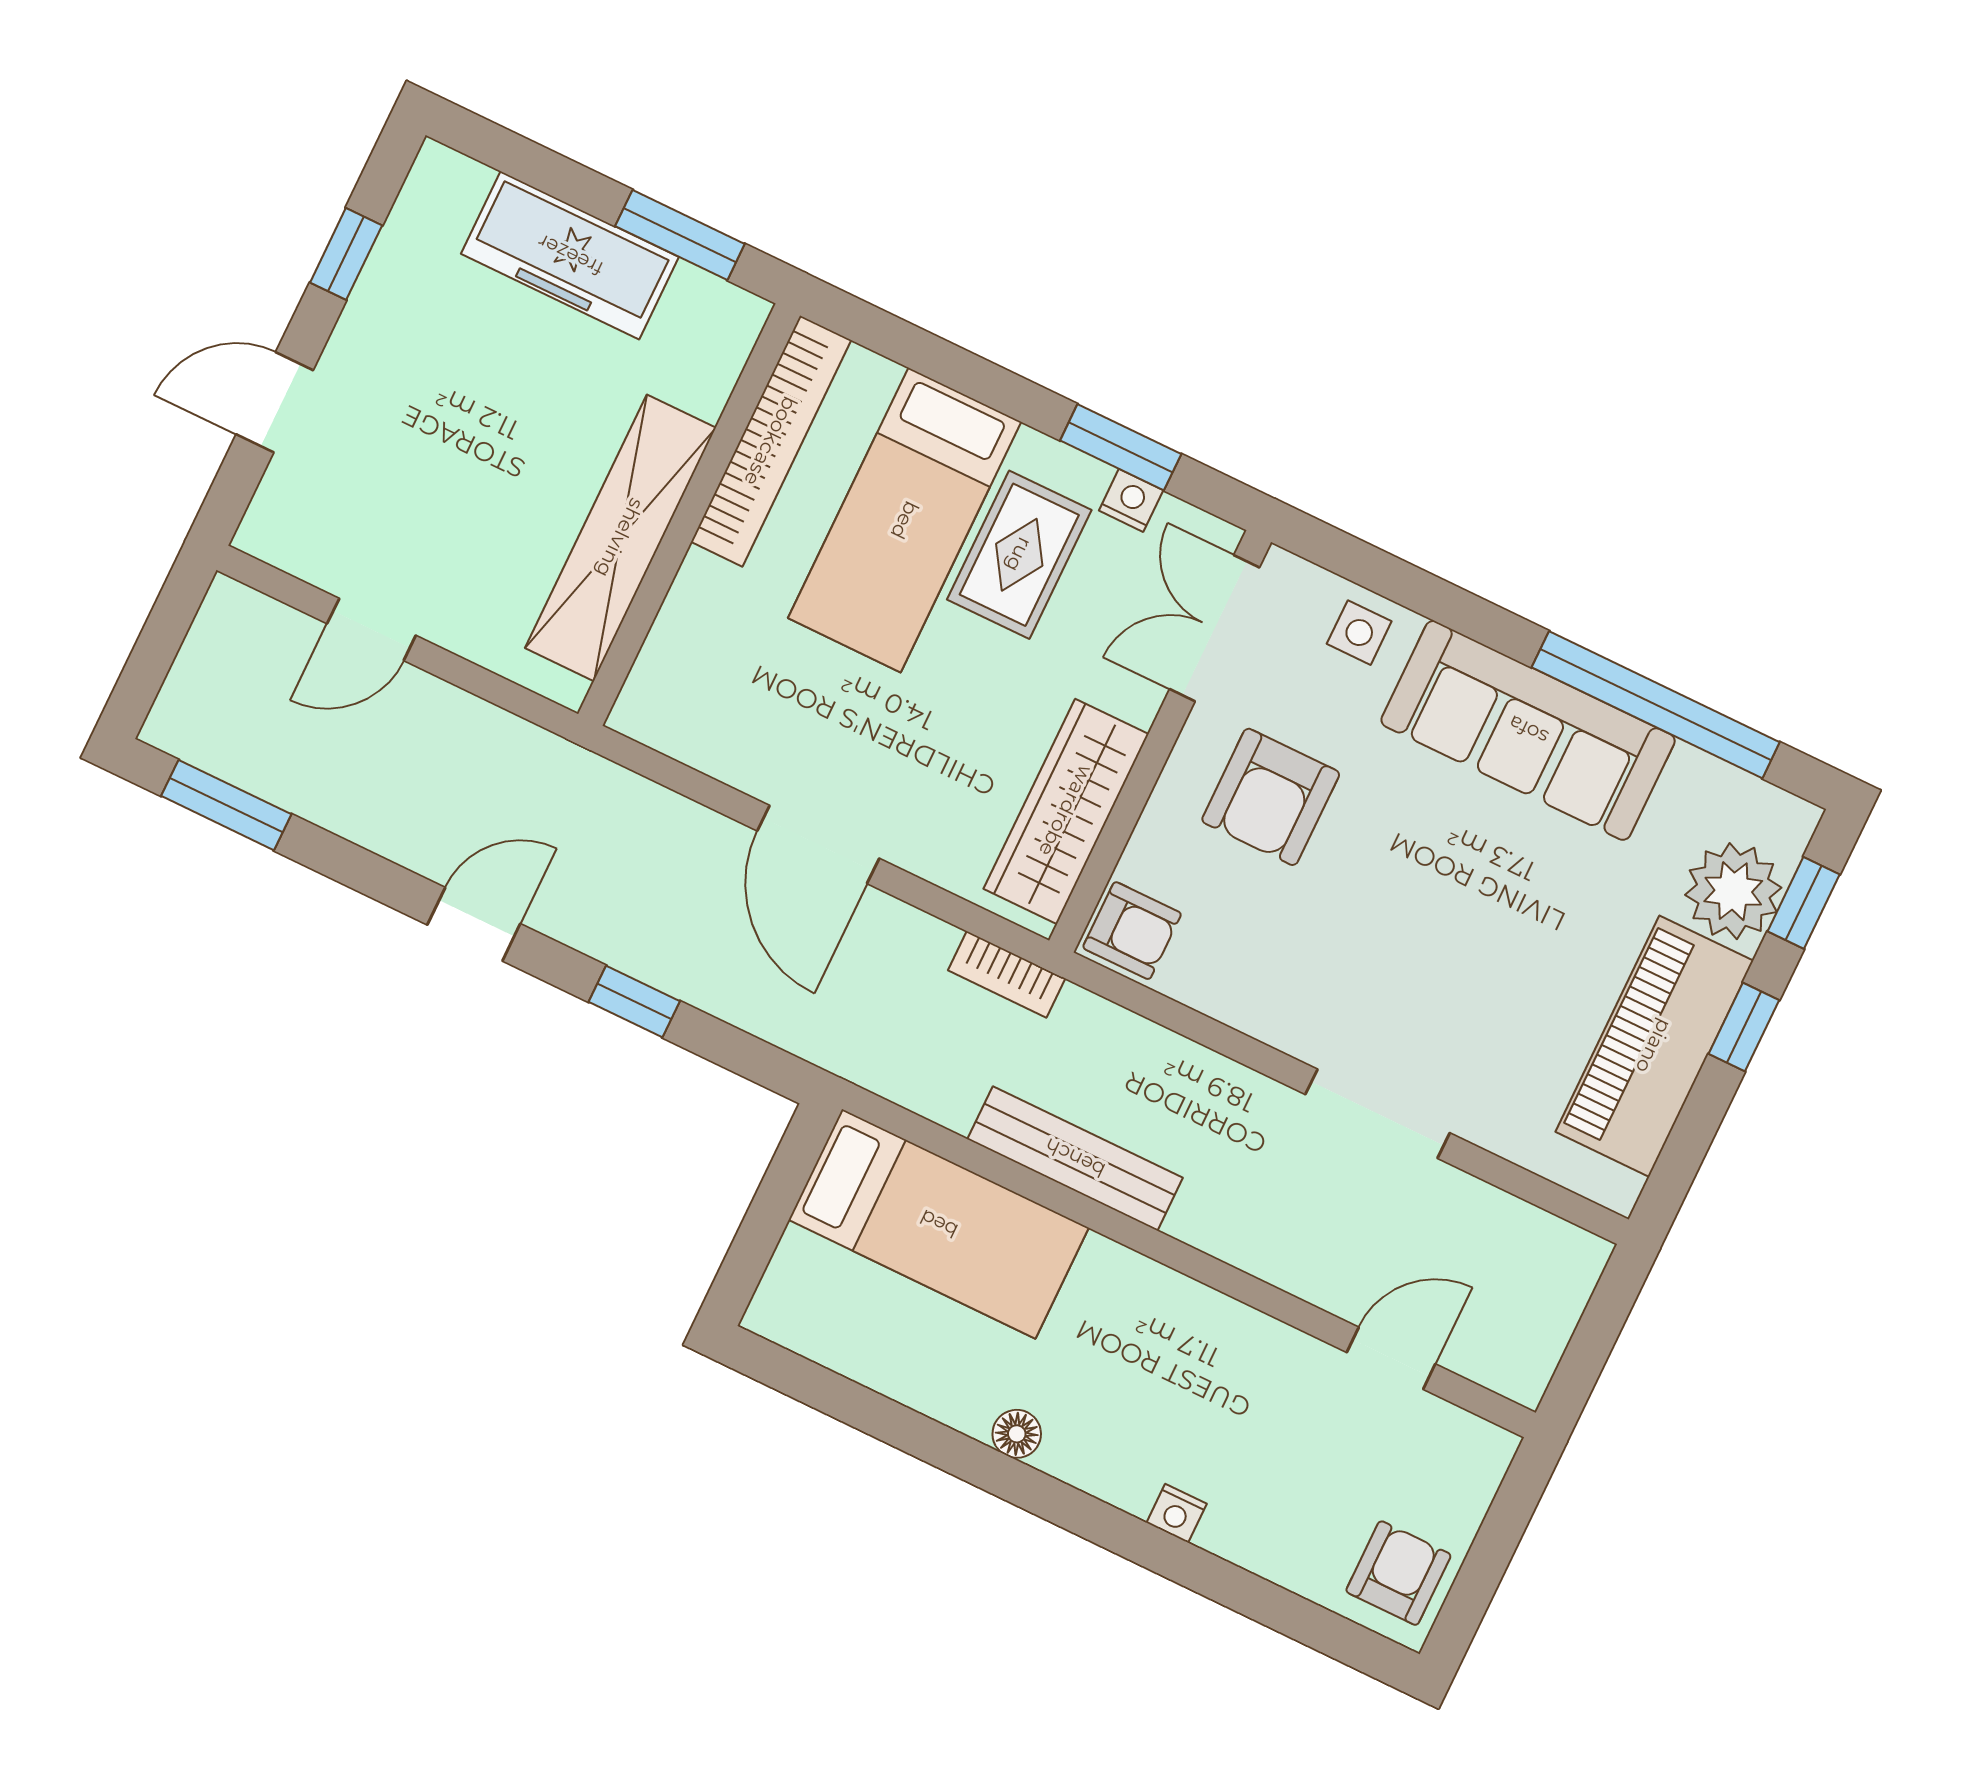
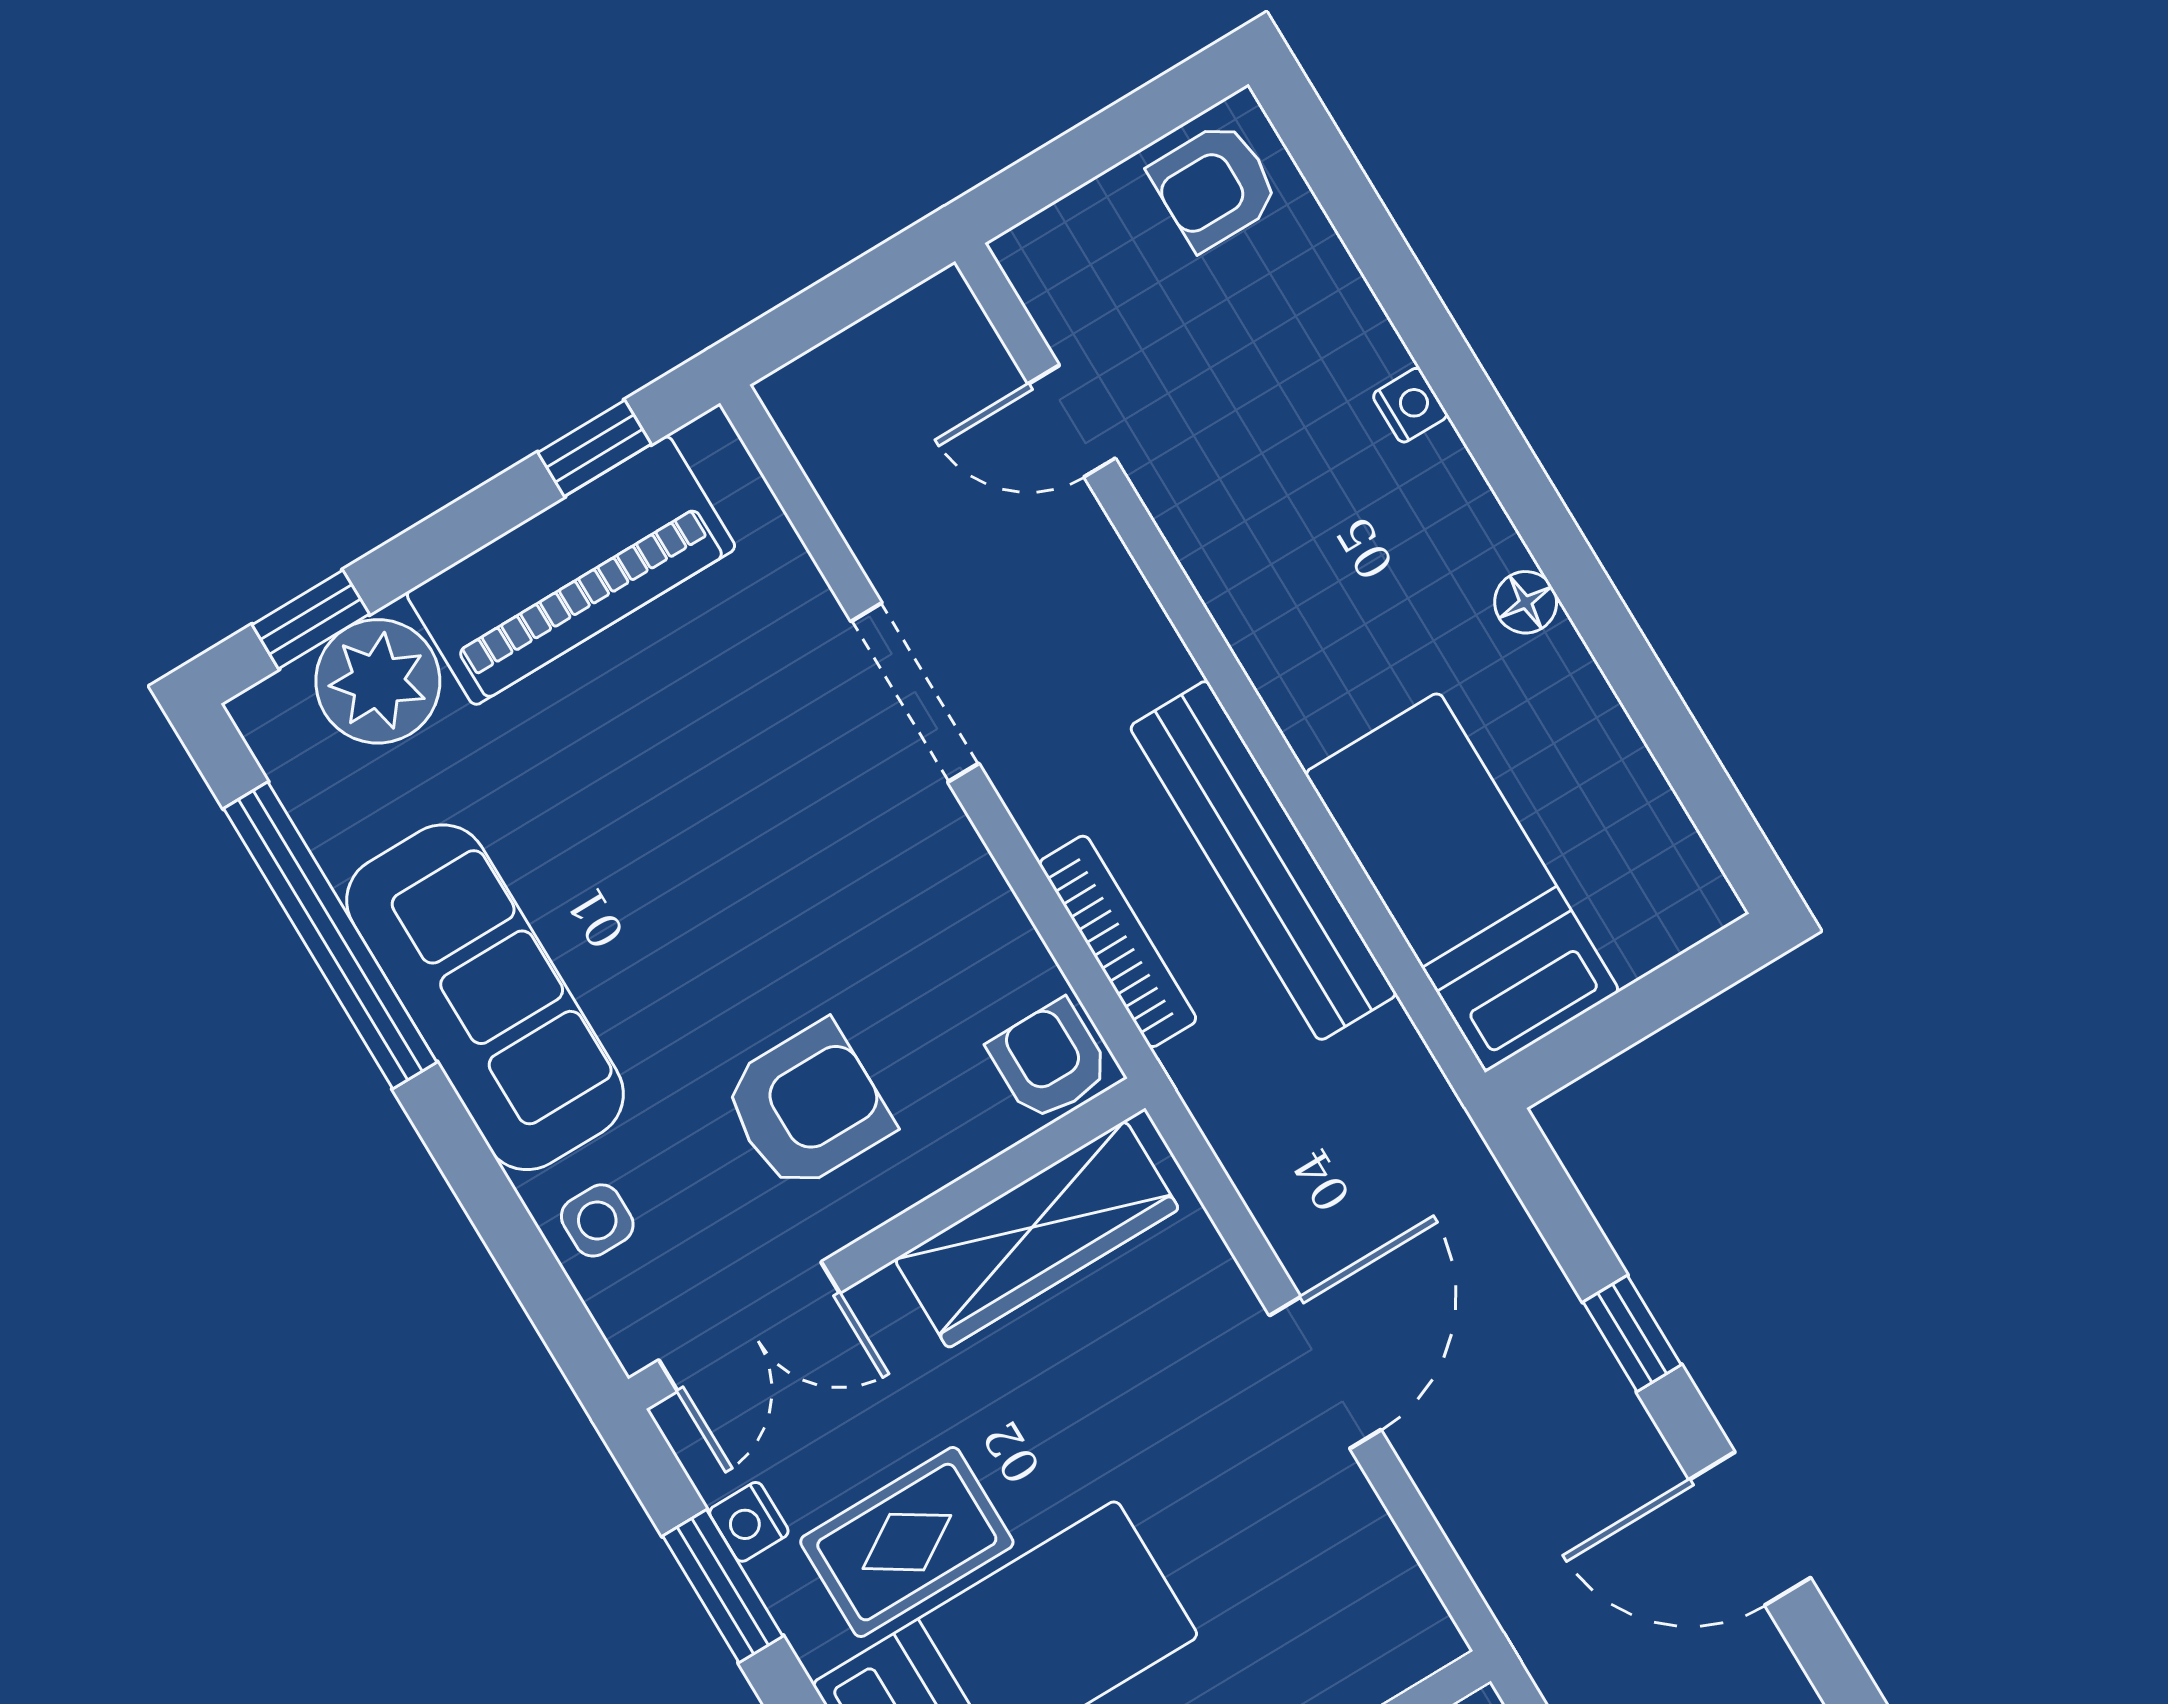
door: (474, 924) -> (1750, 1529), width x1.38
bookcase: (1007, 974) -> (1118, 941), moved, width x1.56
window: (1744, 1027) -> (594, 448), moved
bench: (1075, 1158) -> (1263, 861), width x1.37, depth x1.21

